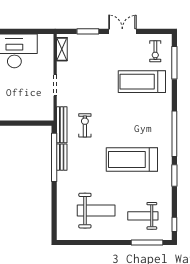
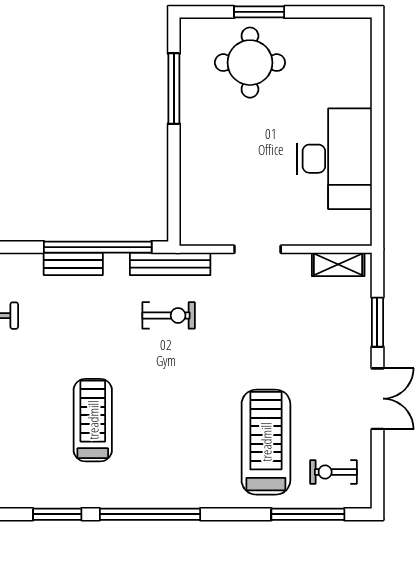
bench: (62, 157) -> (73, 264), moved
treadmill: (132, 160) -> (93, 420), width x0.73, depth x0.73

